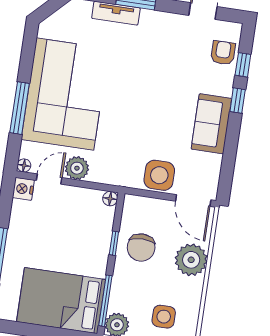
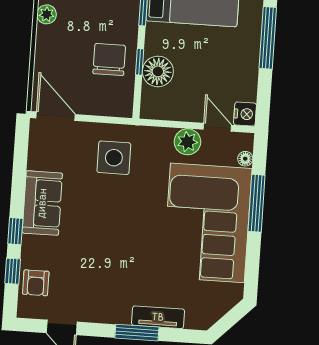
floor lamp: (24, 165) -> (245, 159), moved
side table: (159, 175) -> (114, 158), moved
door: (49, 179) -> (217, 127), swing flipped
floor lamp: (110, 199) -> (158, 71), moved, width x1.89, depth x1.89
plant: (191, 260) -> (47, 14), moved, width x0.53, depth x0.53

